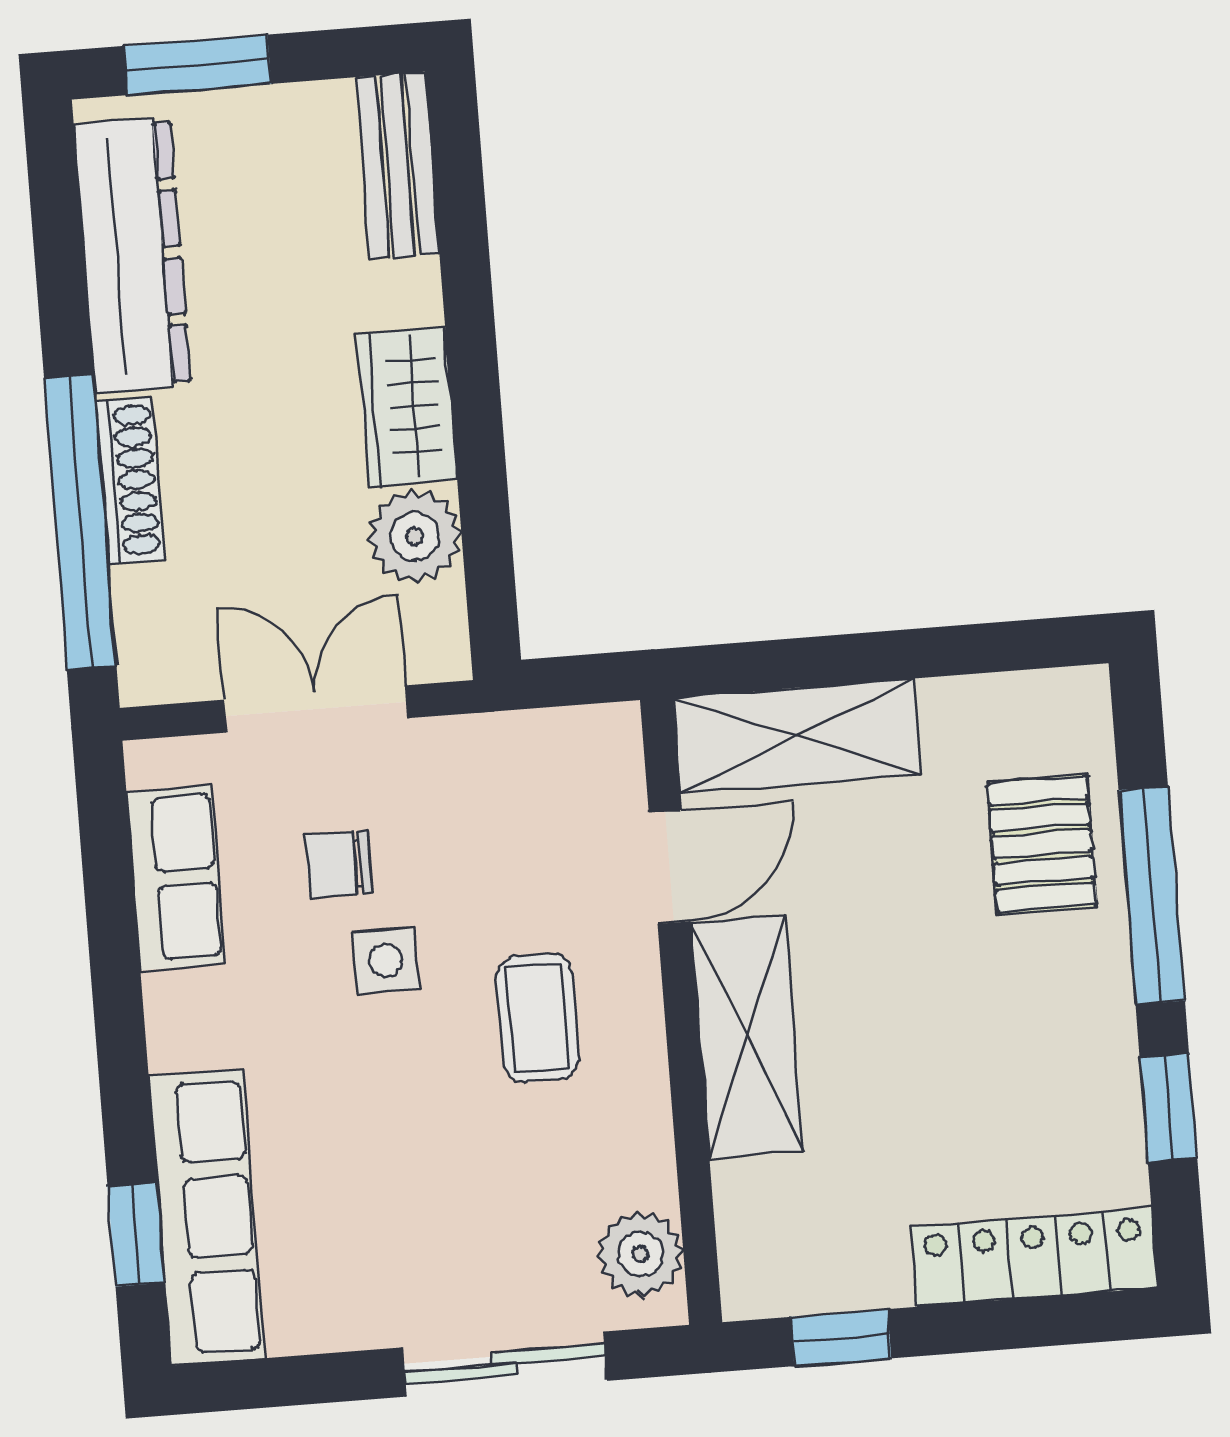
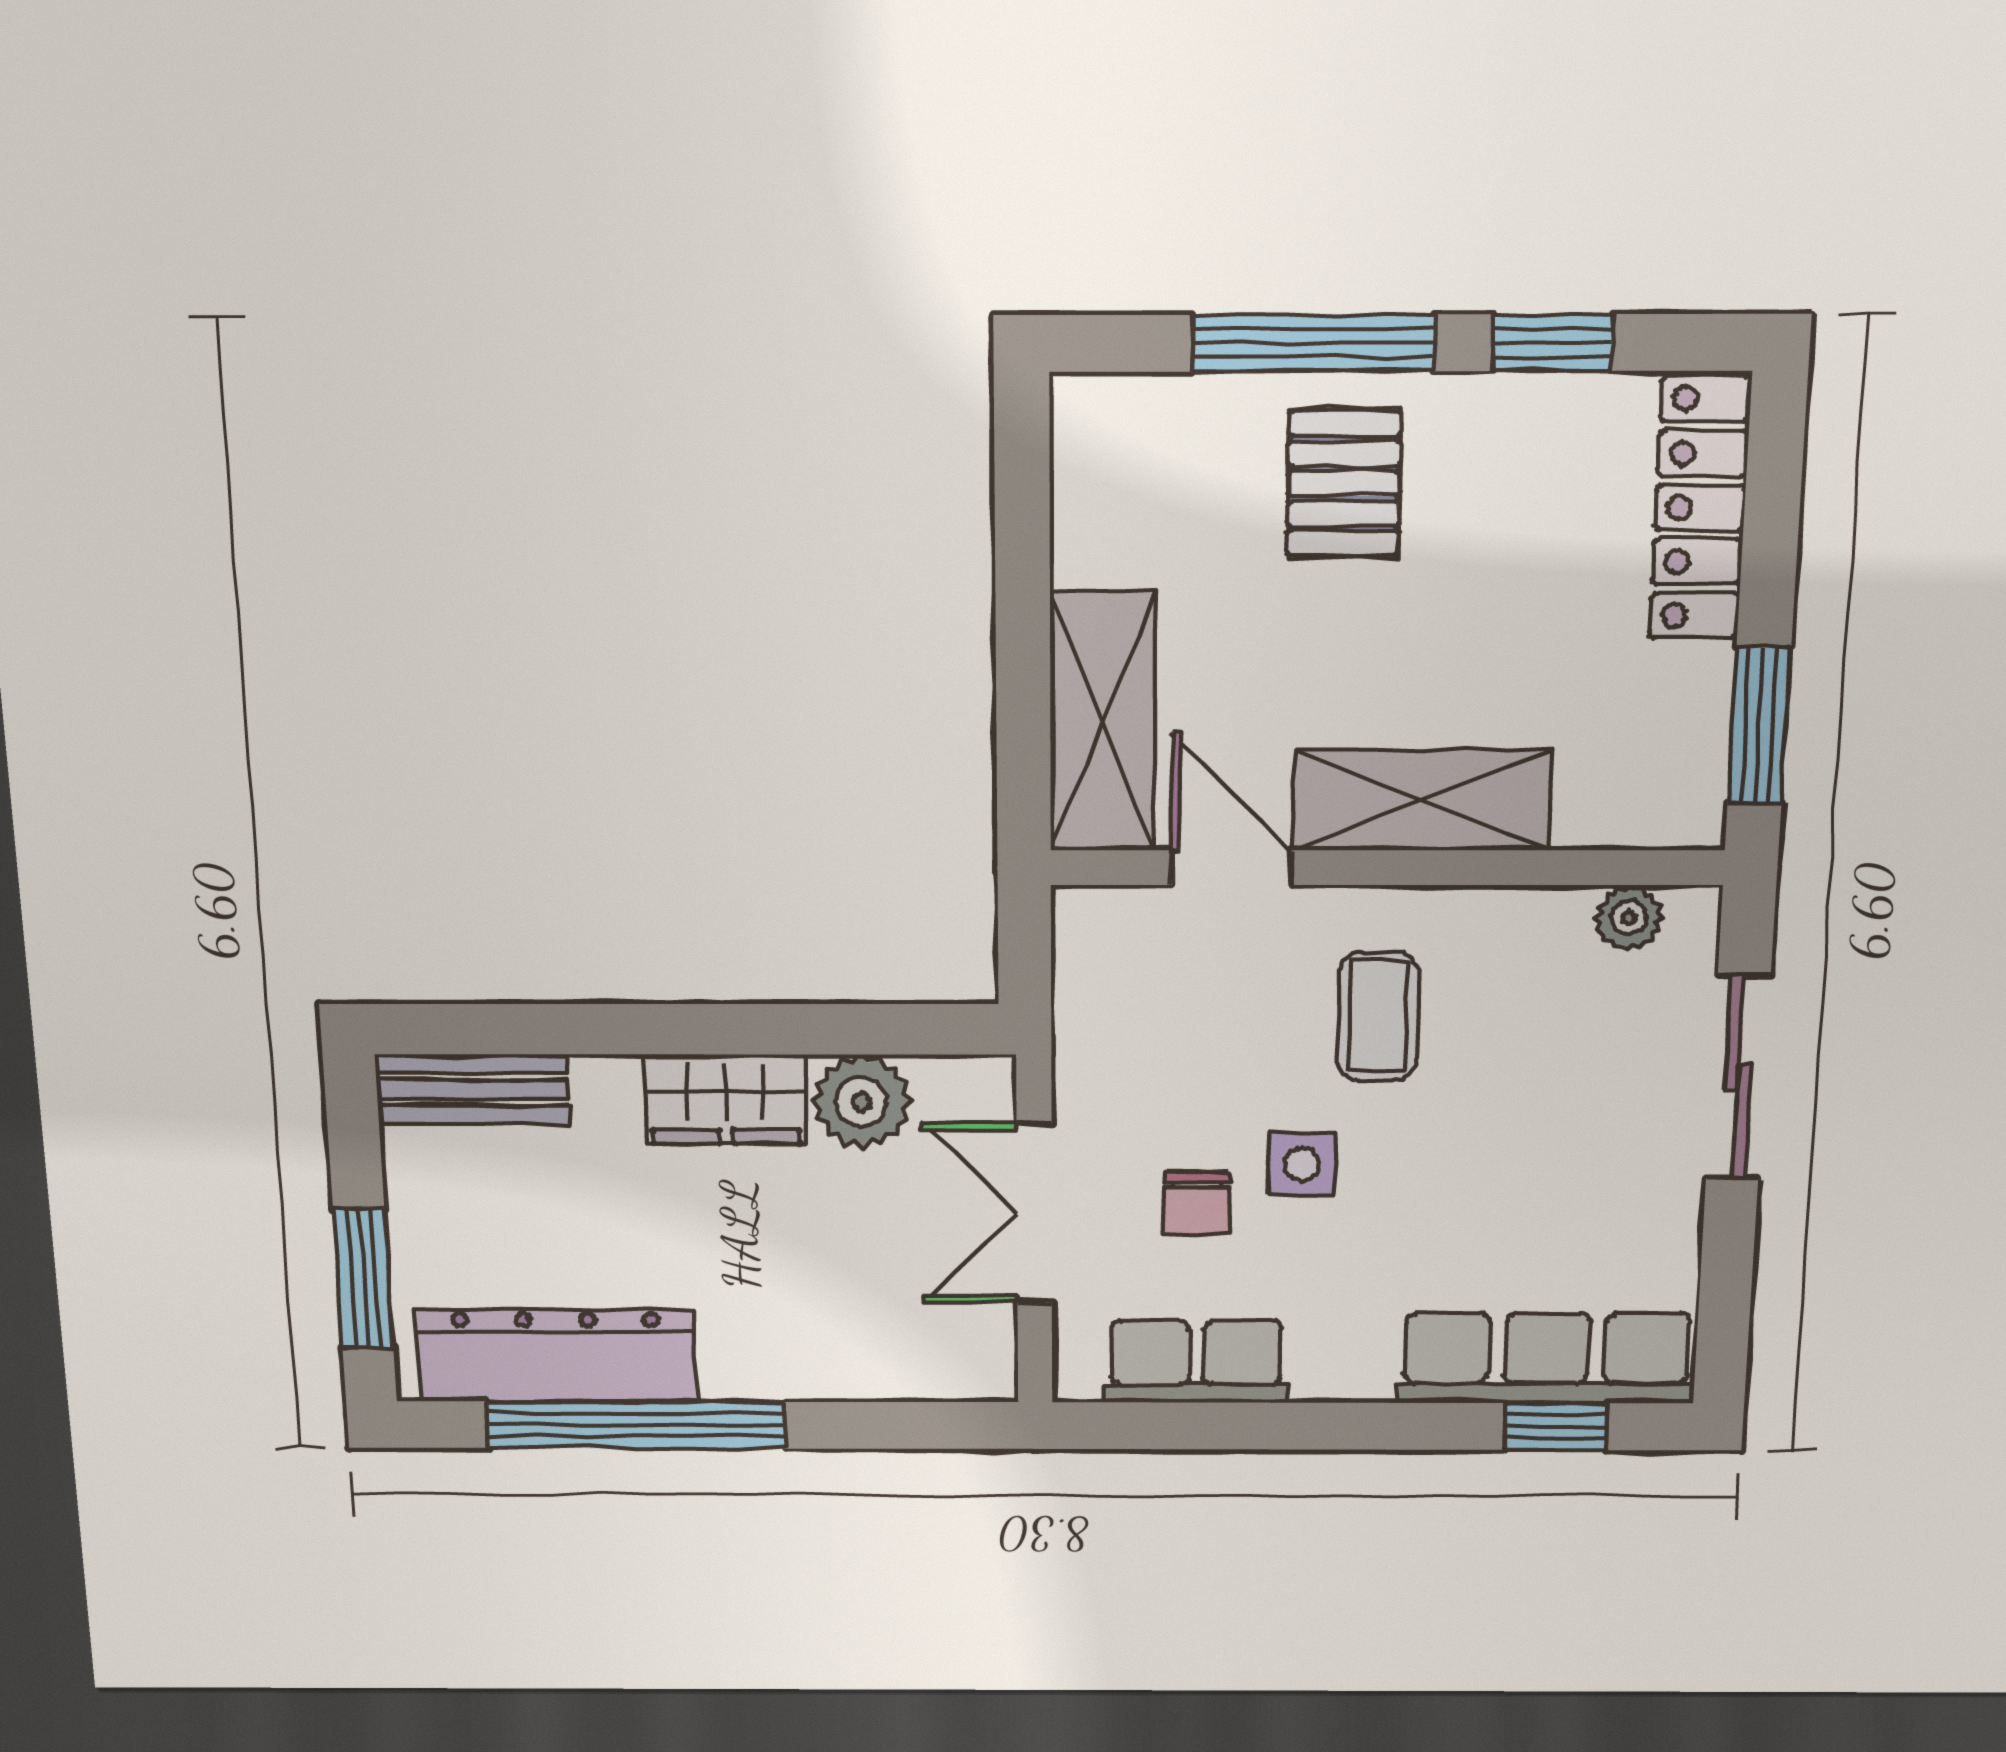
shoe rack: (130, 480) -> (787, 1375), removed
window: (80, 522) -> (636, 1425), moved
pallet: (1042, 844) -> (1344, 483), moved, turned 90
coffee table: (538, 1018) -> (1378, 1016), turned 90
plant: (640, 1254) -> (1629, 918), width x0.73, depth x0.73
window: (841, 1338) -> (1759, 726), width x1.50

